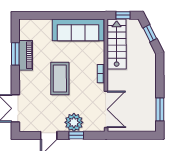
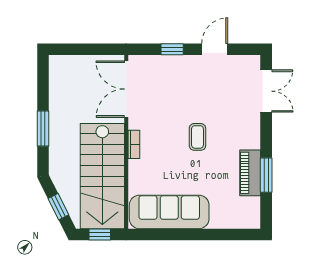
stairs: (117, 44) -> (102, 176), width x1.36, depth x1.51
coffee table: (60, 79) -> (197, 137), width x0.54, depth x0.58
window: (160, 109) -> (43, 129), moved
plant: (74, 122) -> (176, 69), removed

